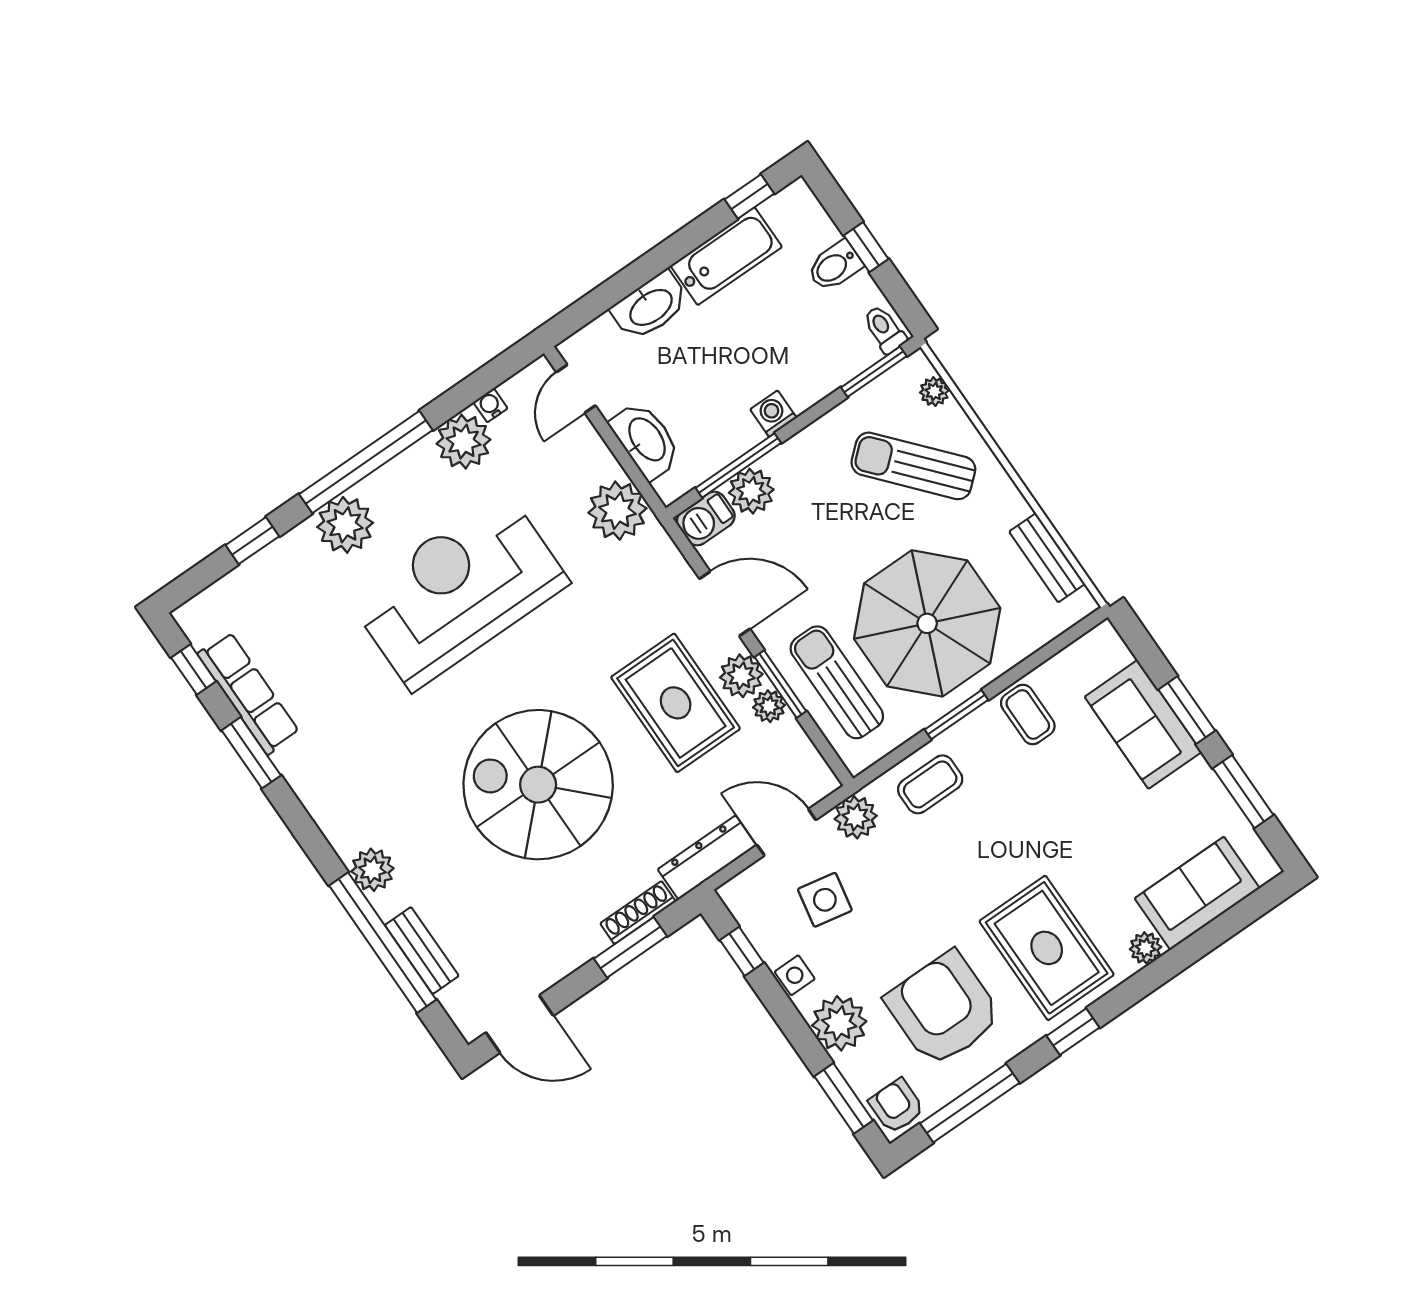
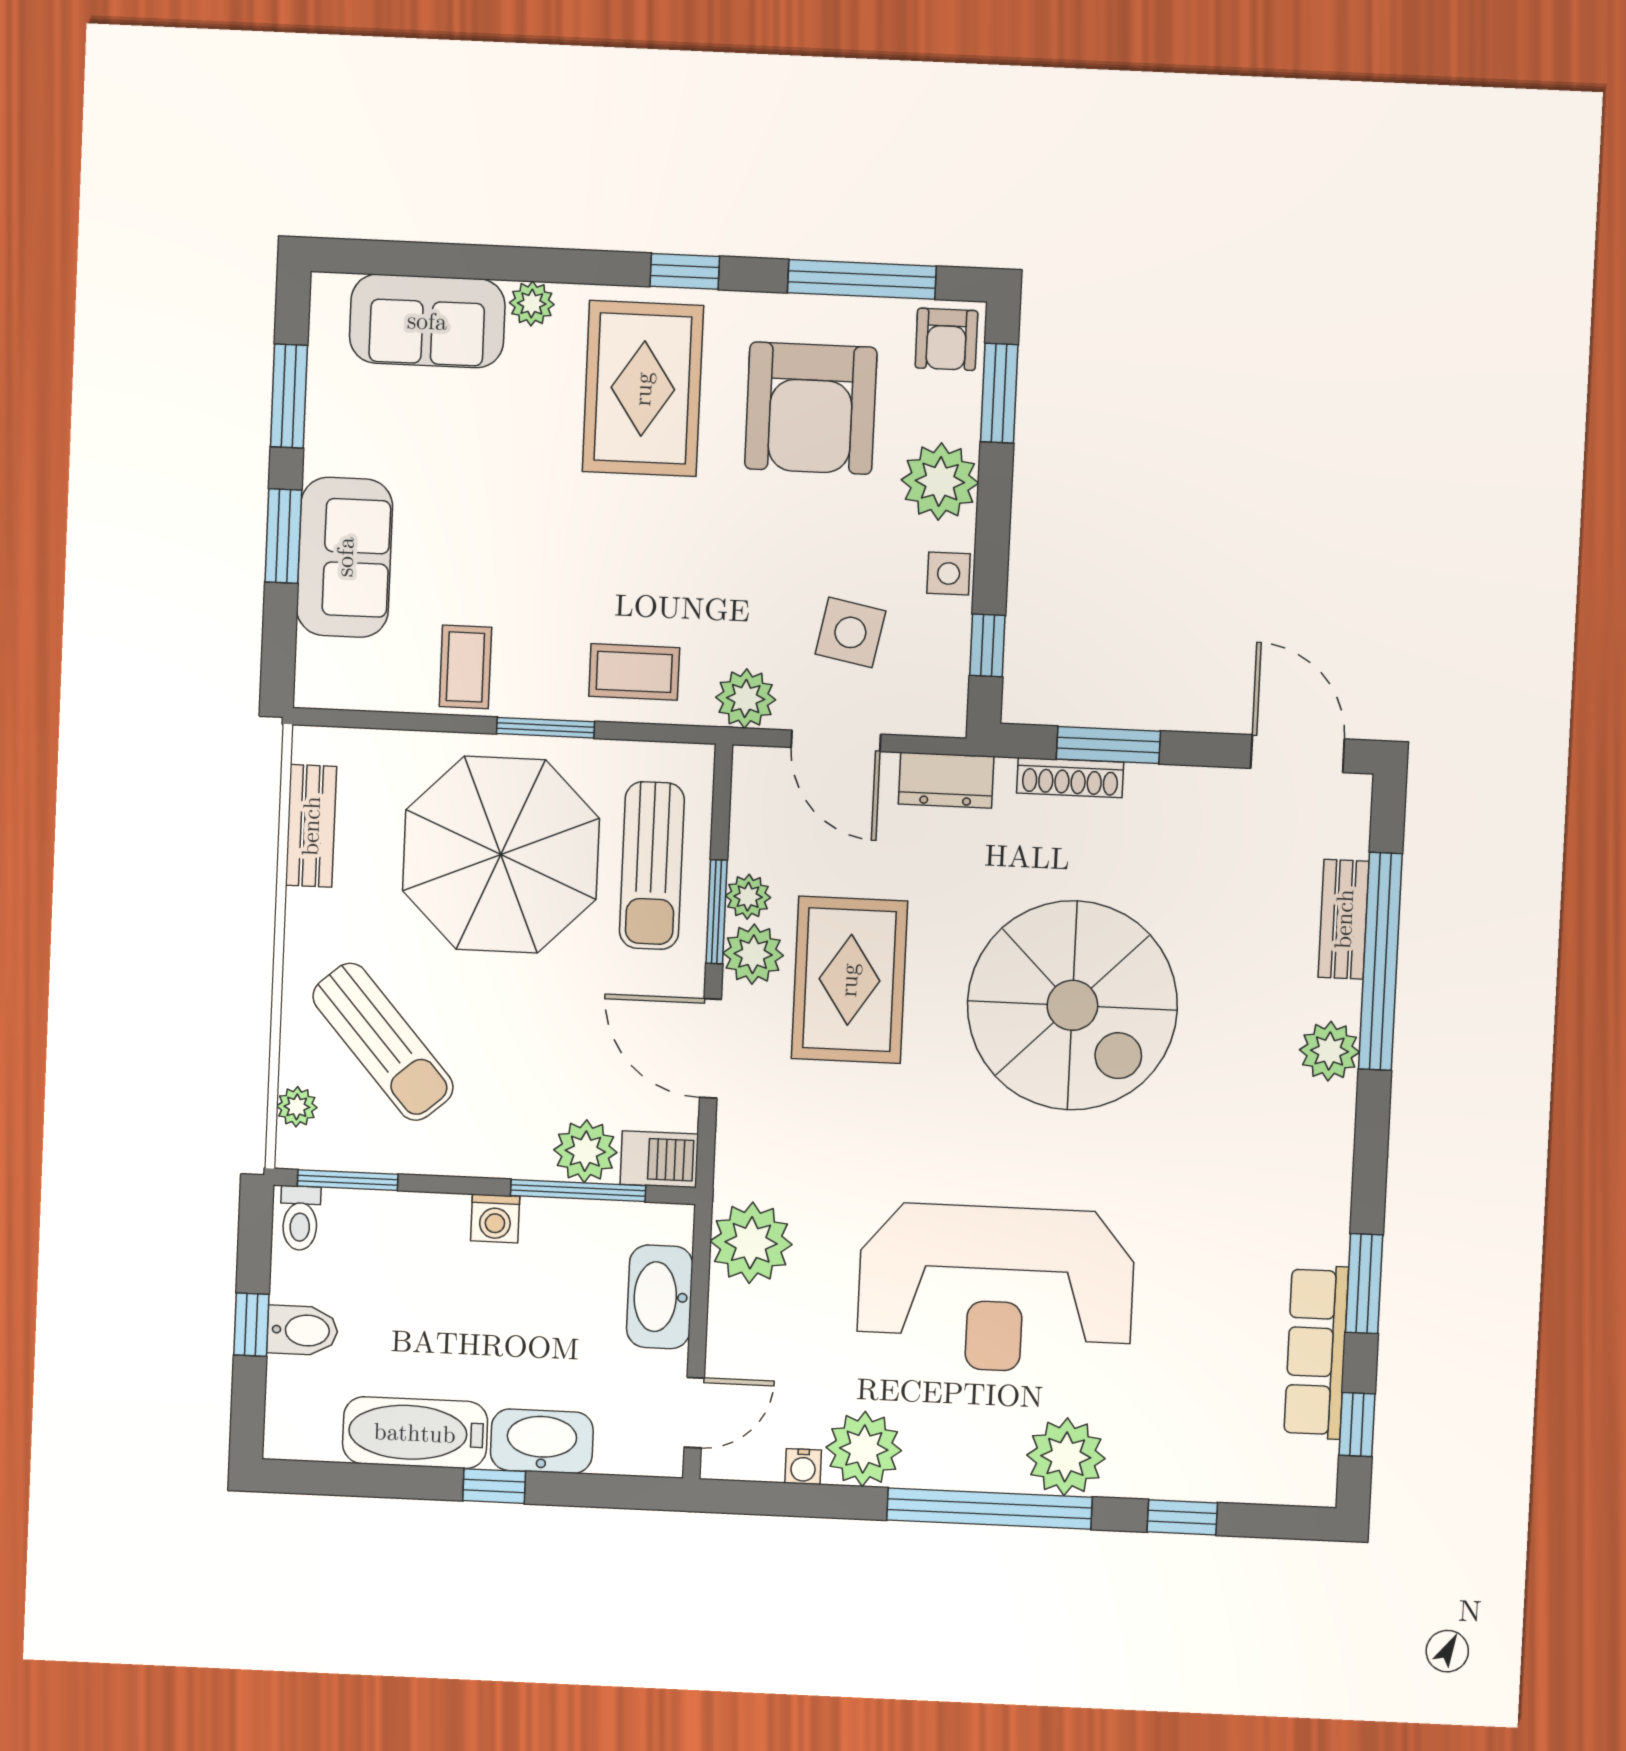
window: (749, 197) -> (494, 1486), moved
dresser: (707, 858) -> (946, 780), width x0.70

